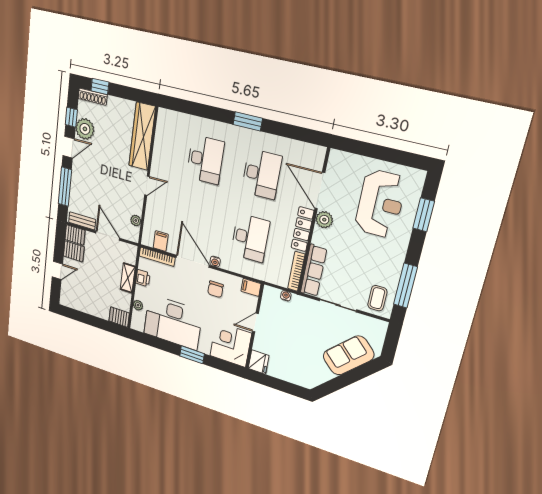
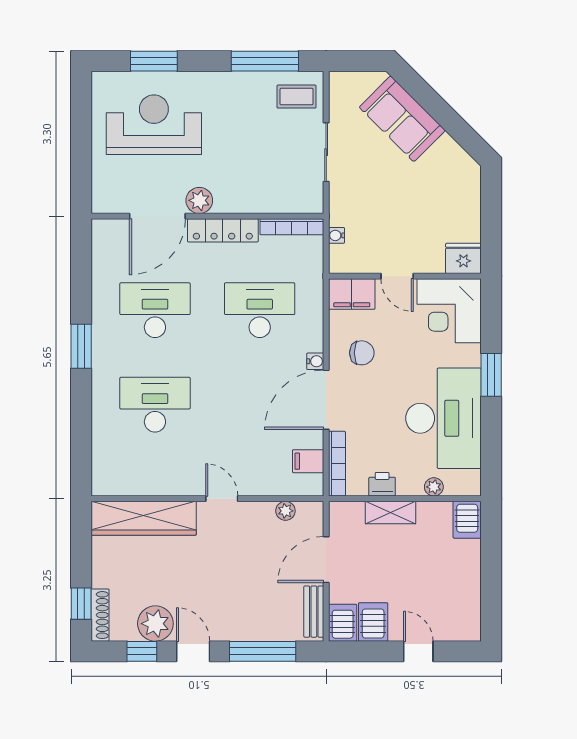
row of seats: (314, 271) -> (283, 200), removed
filing cabinet: (251, 287) -> (352, 294), width x2.00

